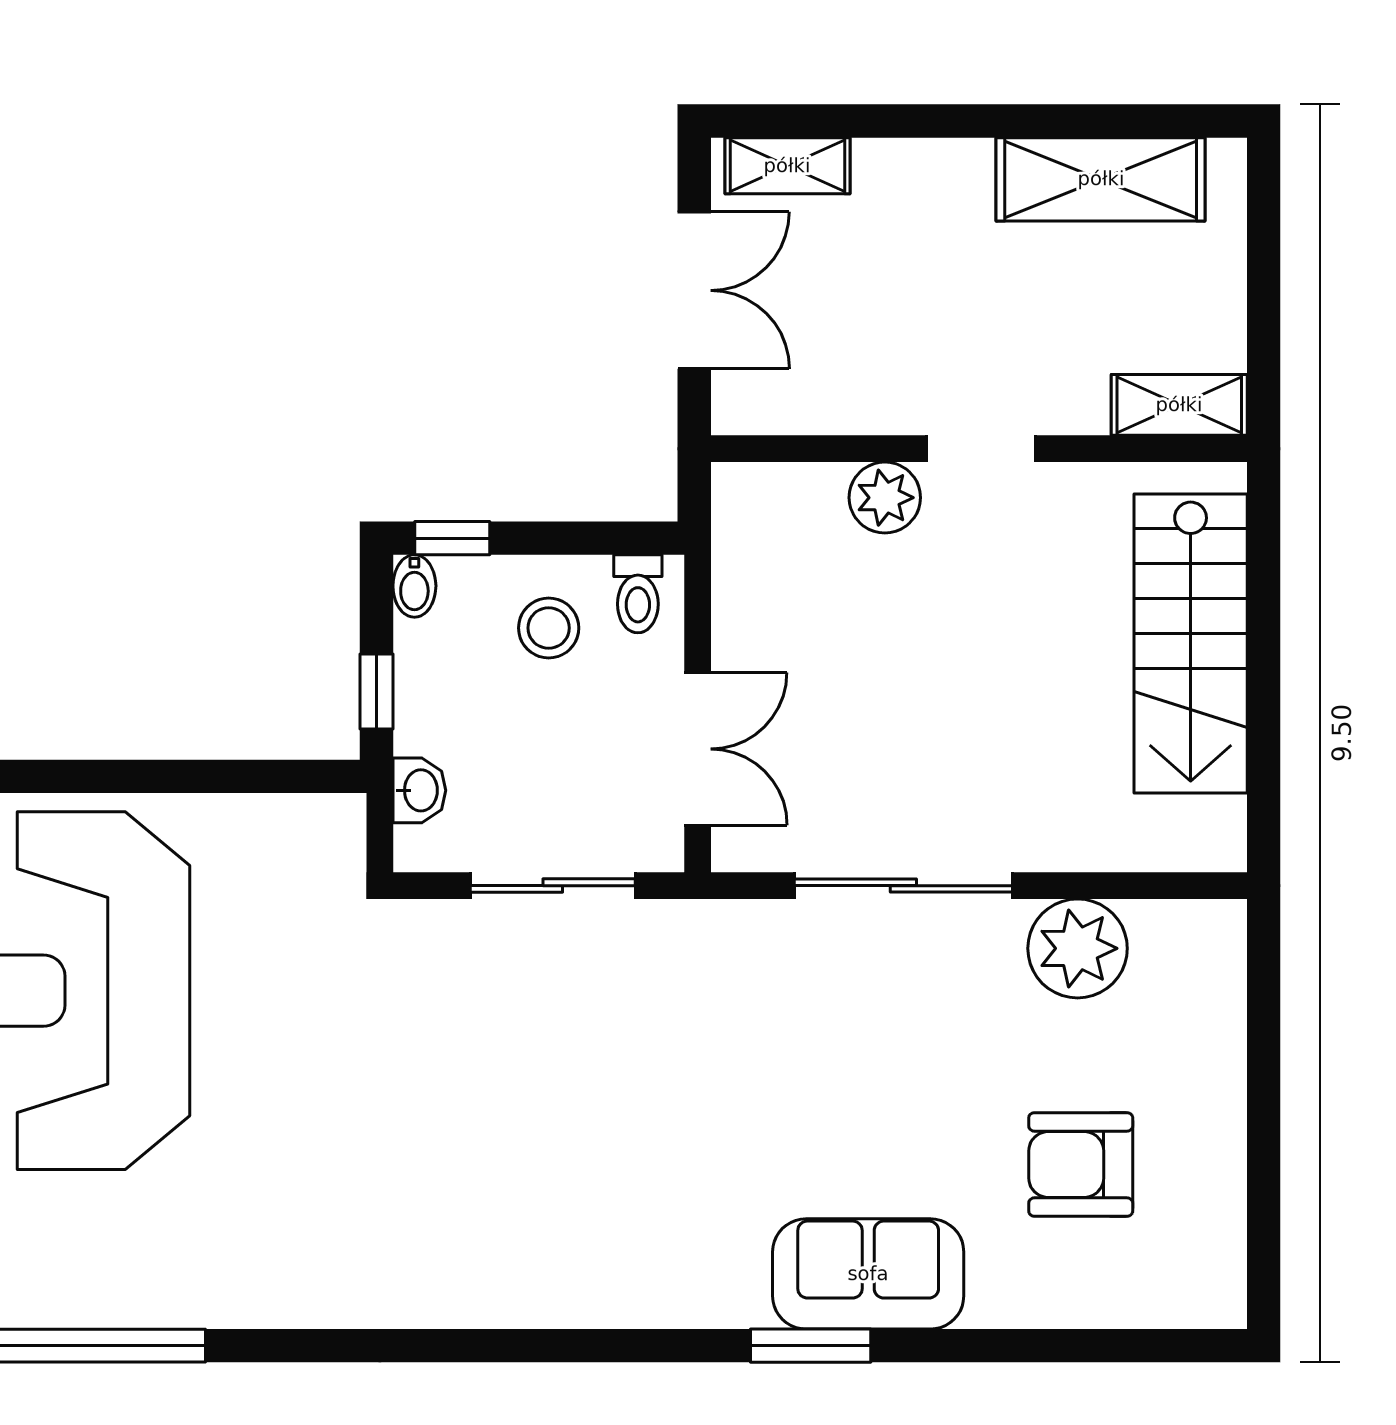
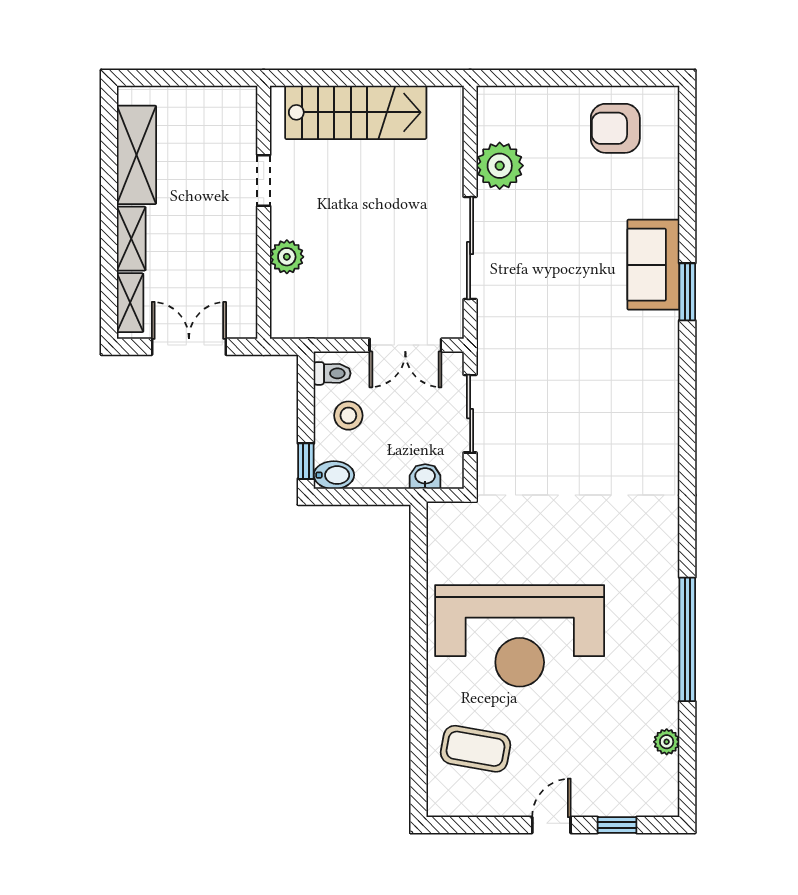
shelving: (1179, 405) -> (131, 239), moved
doorway: (981, 449) -> (264, 181), moved
bidet: (414, 586) -> (334, 475), width x1.38, depth x1.36
window: (377, 692) -> (378, 497), removed
double door: (698, 749) -> (405, 345), swing flipped
armchair: (1081, 1164) -> (615, 128), moved, turned 90

